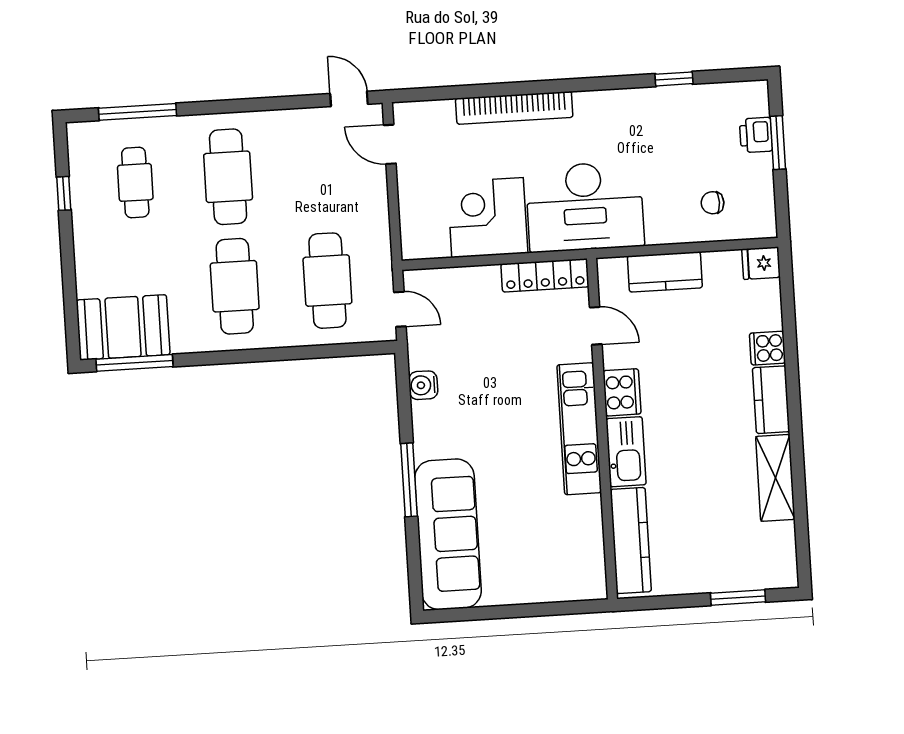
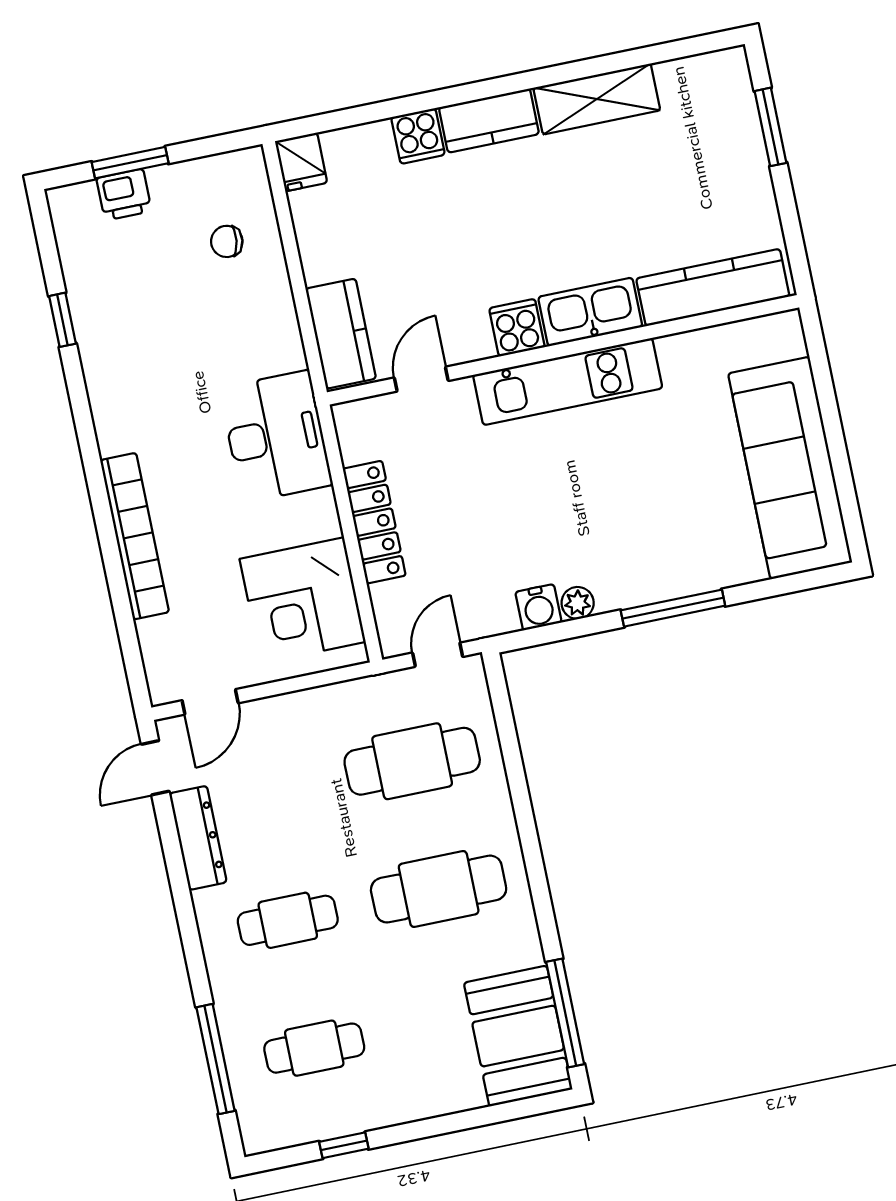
dresser: (295, 122) -> (198, 838), added
cafe table: (228, 177) -> (288, 920), width x0.73, depth x0.74
chair: (713, 203) -> (227, 241), turned 98
desk: (585, 207) -> (276, 436), width x0.73, depth x0.77
corner desk: (488, 218) -> (303, 600), moved
kitchen counter: (665, 272) -> (341, 334), moved
locker: (545, 275) -> (374, 522), moved
cooker: (622, 392) -> (517, 328), width x0.73
plant: (422, 413) -> (578, 603), added
sofa: (448, 534) -> (790, 468), moved, turned -90

